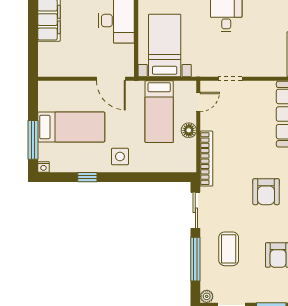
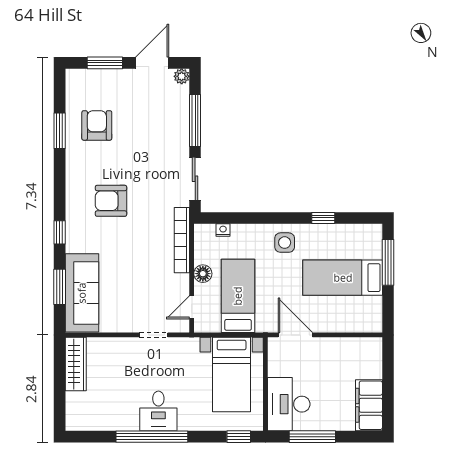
nightstand: (43, 167) -> (223, 230), moved
armchair: (266, 192) -> (111, 201), turned -90
coffee table: (229, 249) -> (155, 133), removed

